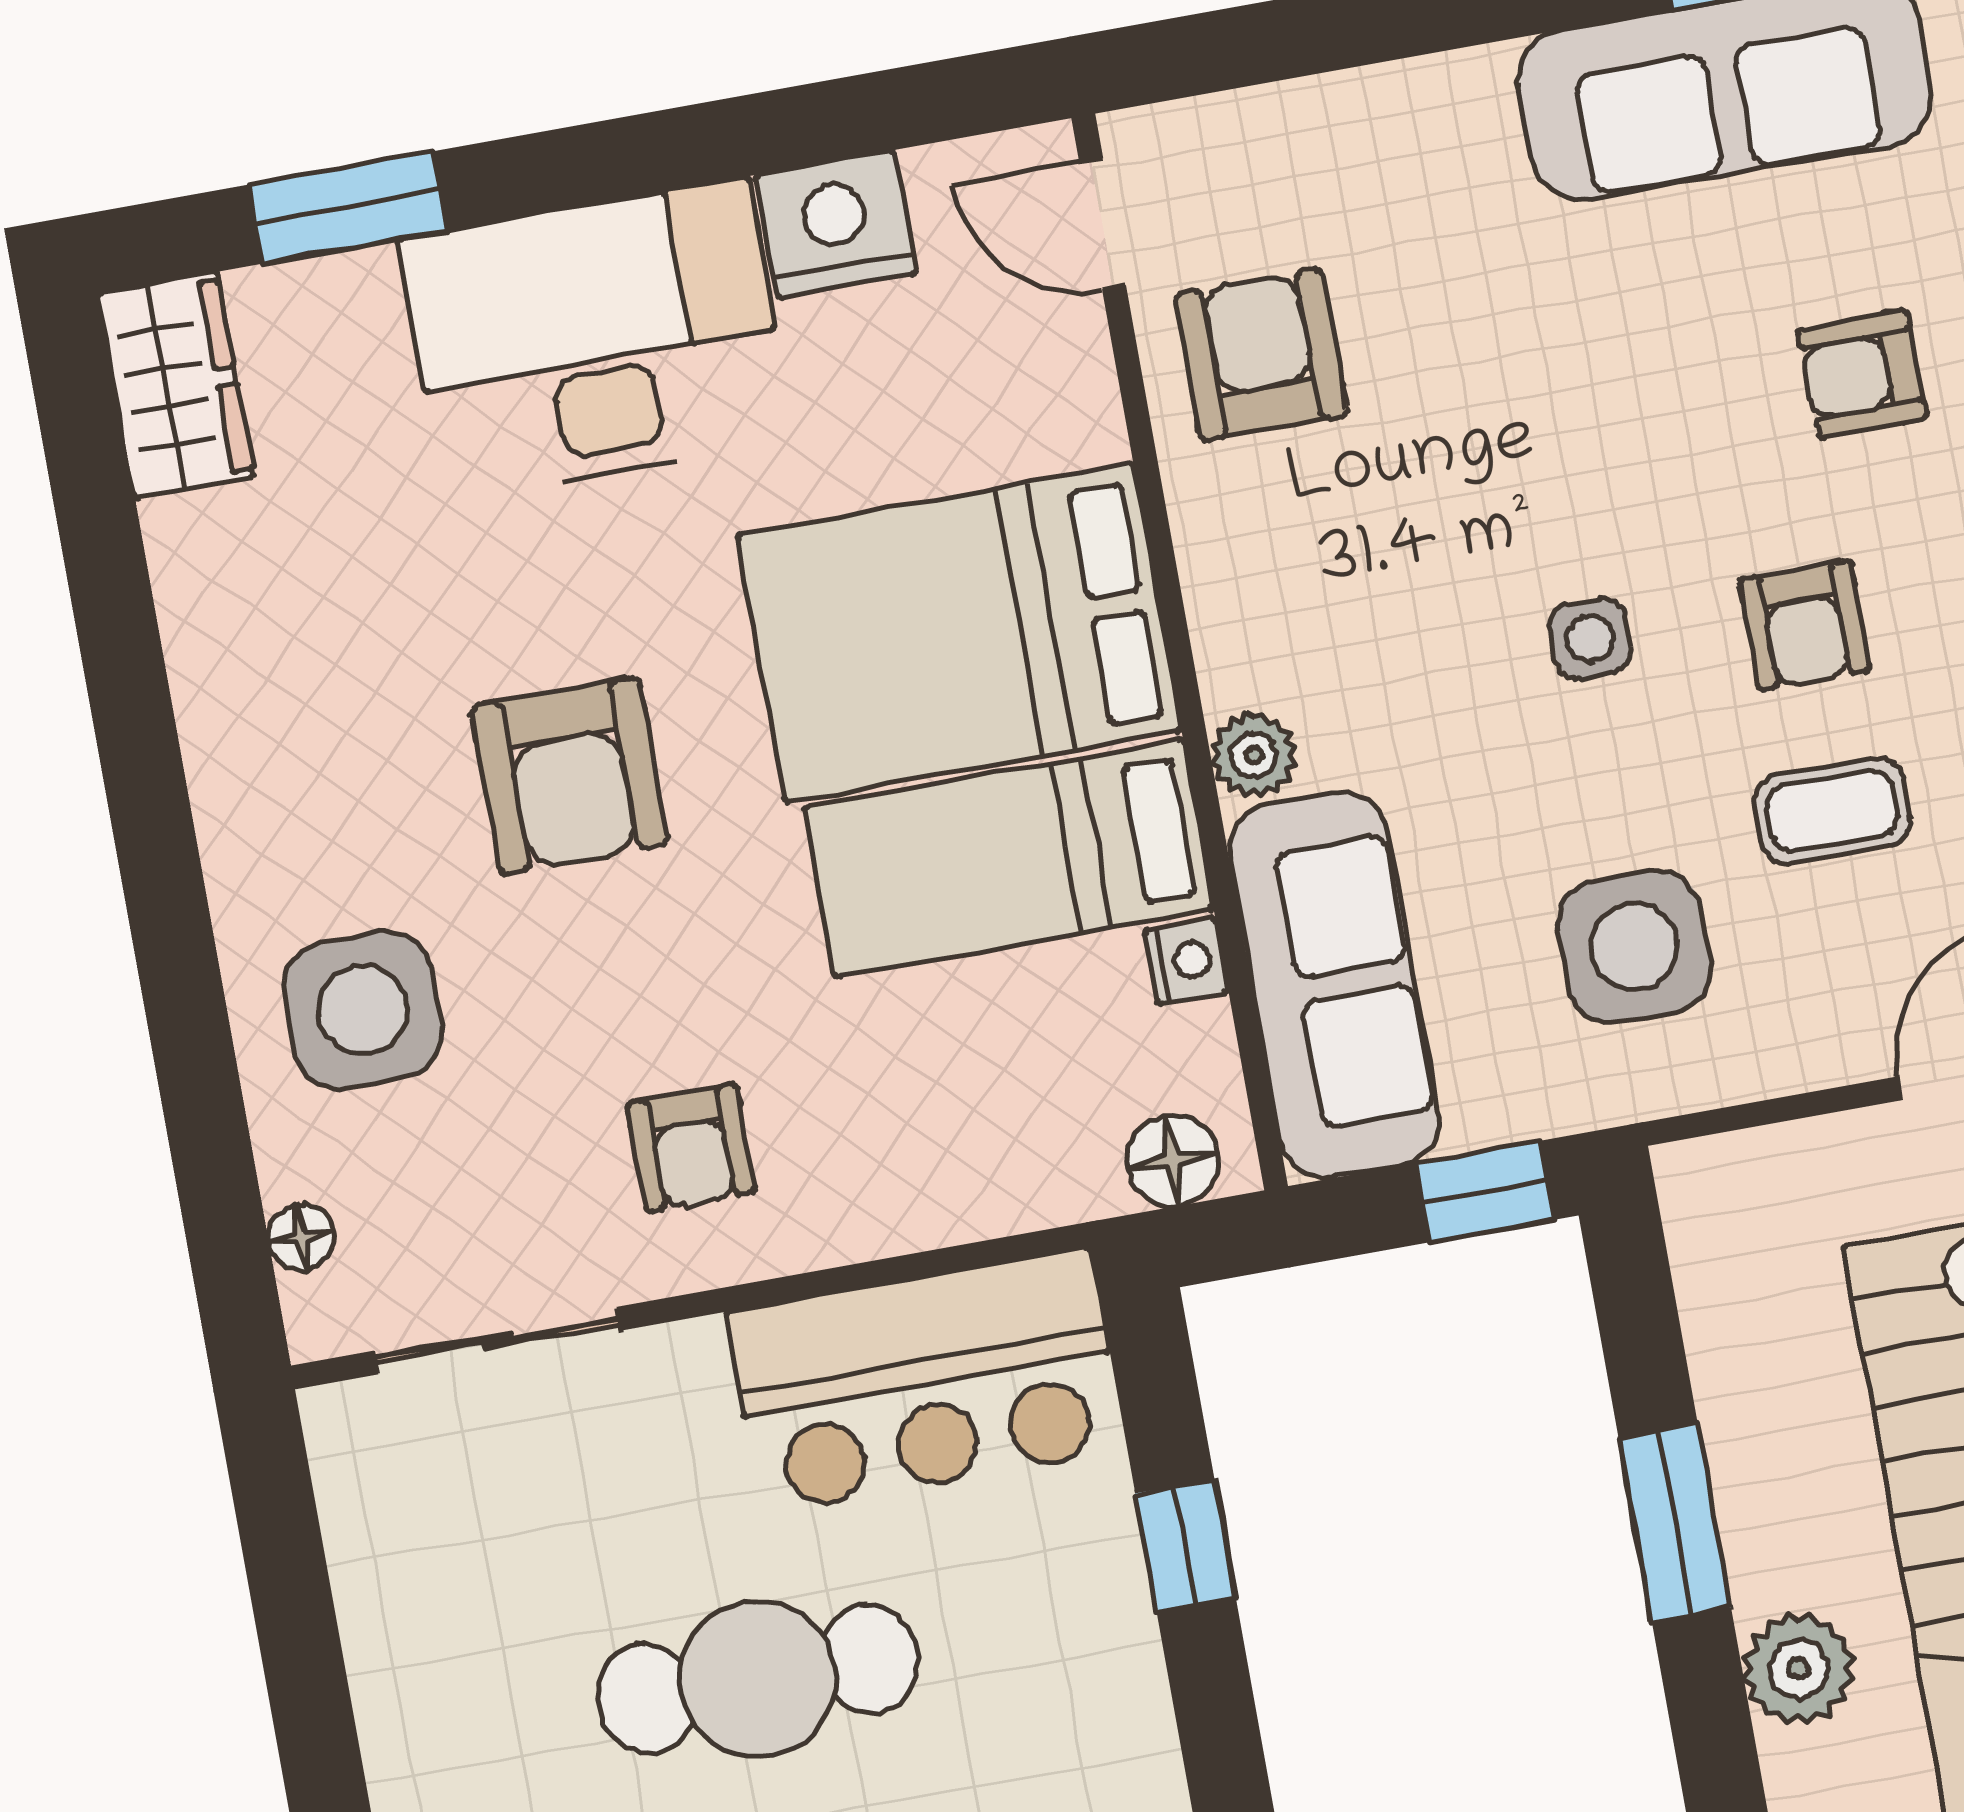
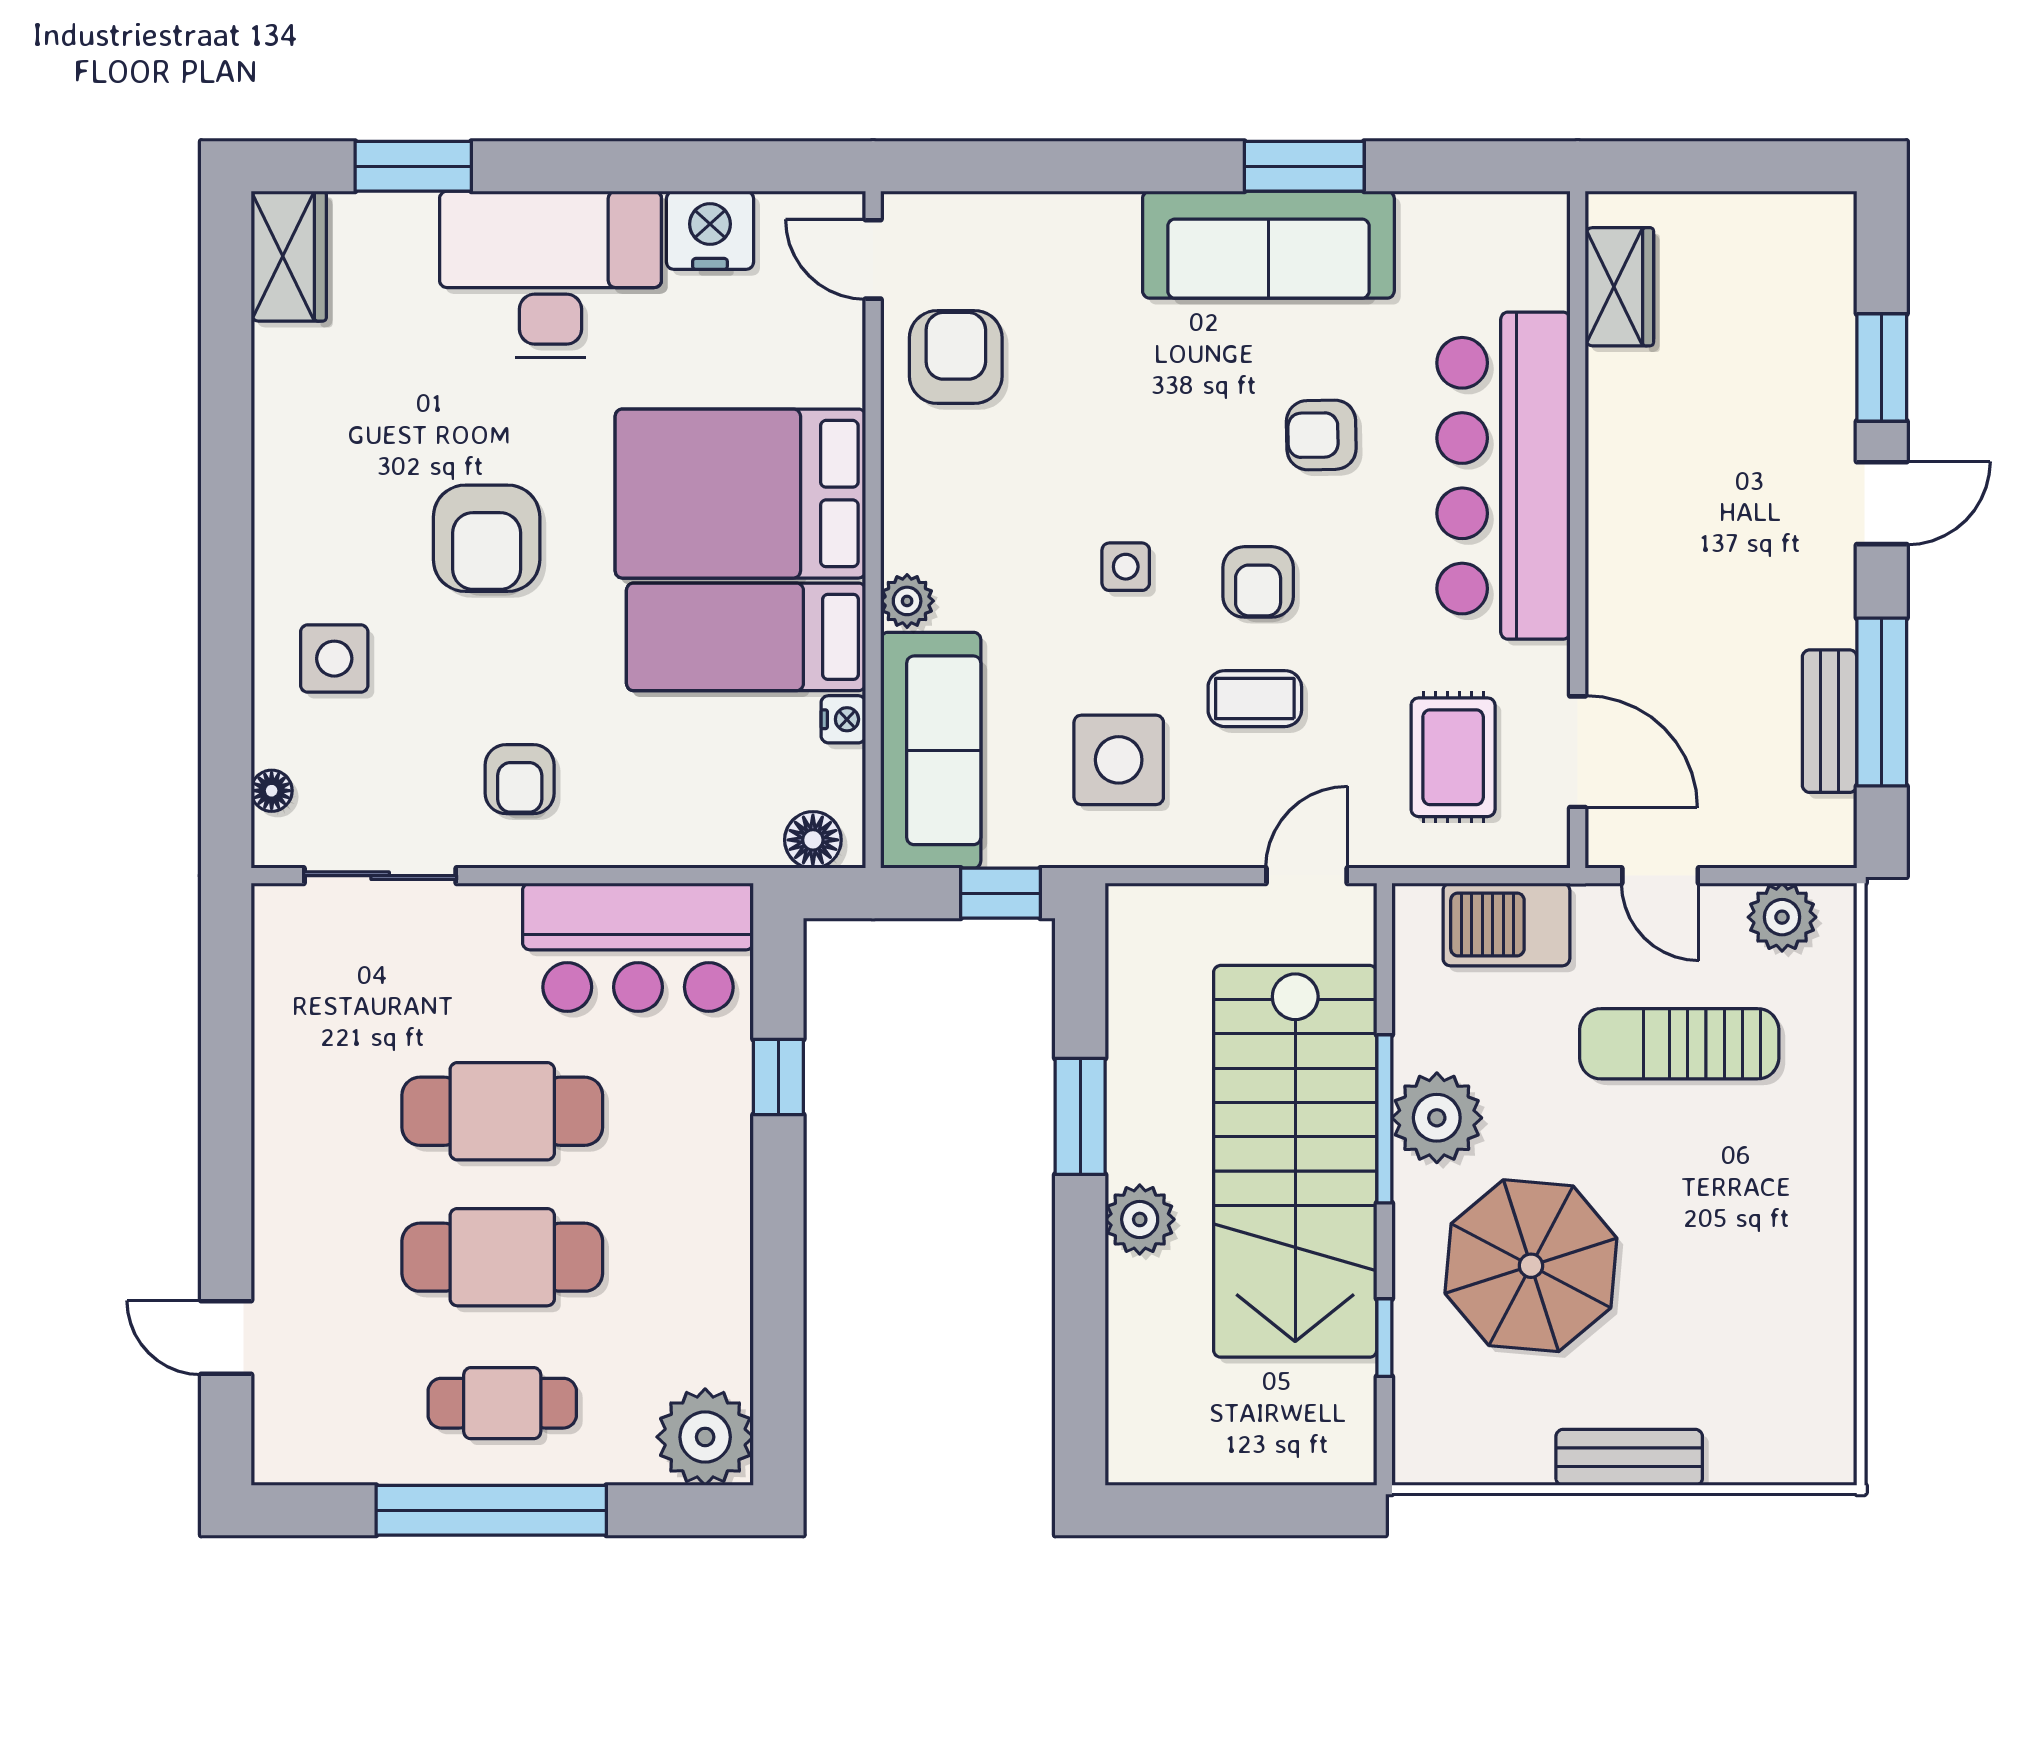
side table: (363, 1010) -> (334, 659), width x0.73, depth x0.73

